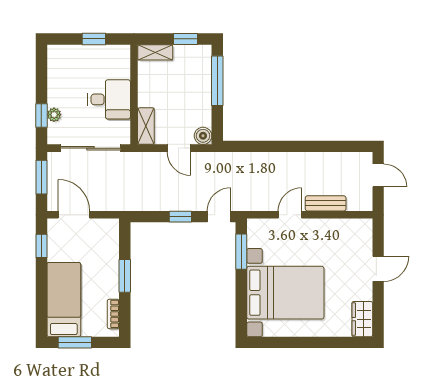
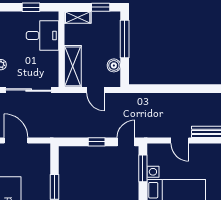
desk: (109, 99) -> (43, 35), moved
shelving: (146, 126) -> (73, 66), width x1.50, depth x1.33
boiler: (203, 136) -> (114, 65), moved
door: (290, 215) -> (180, 141), swing flipped

